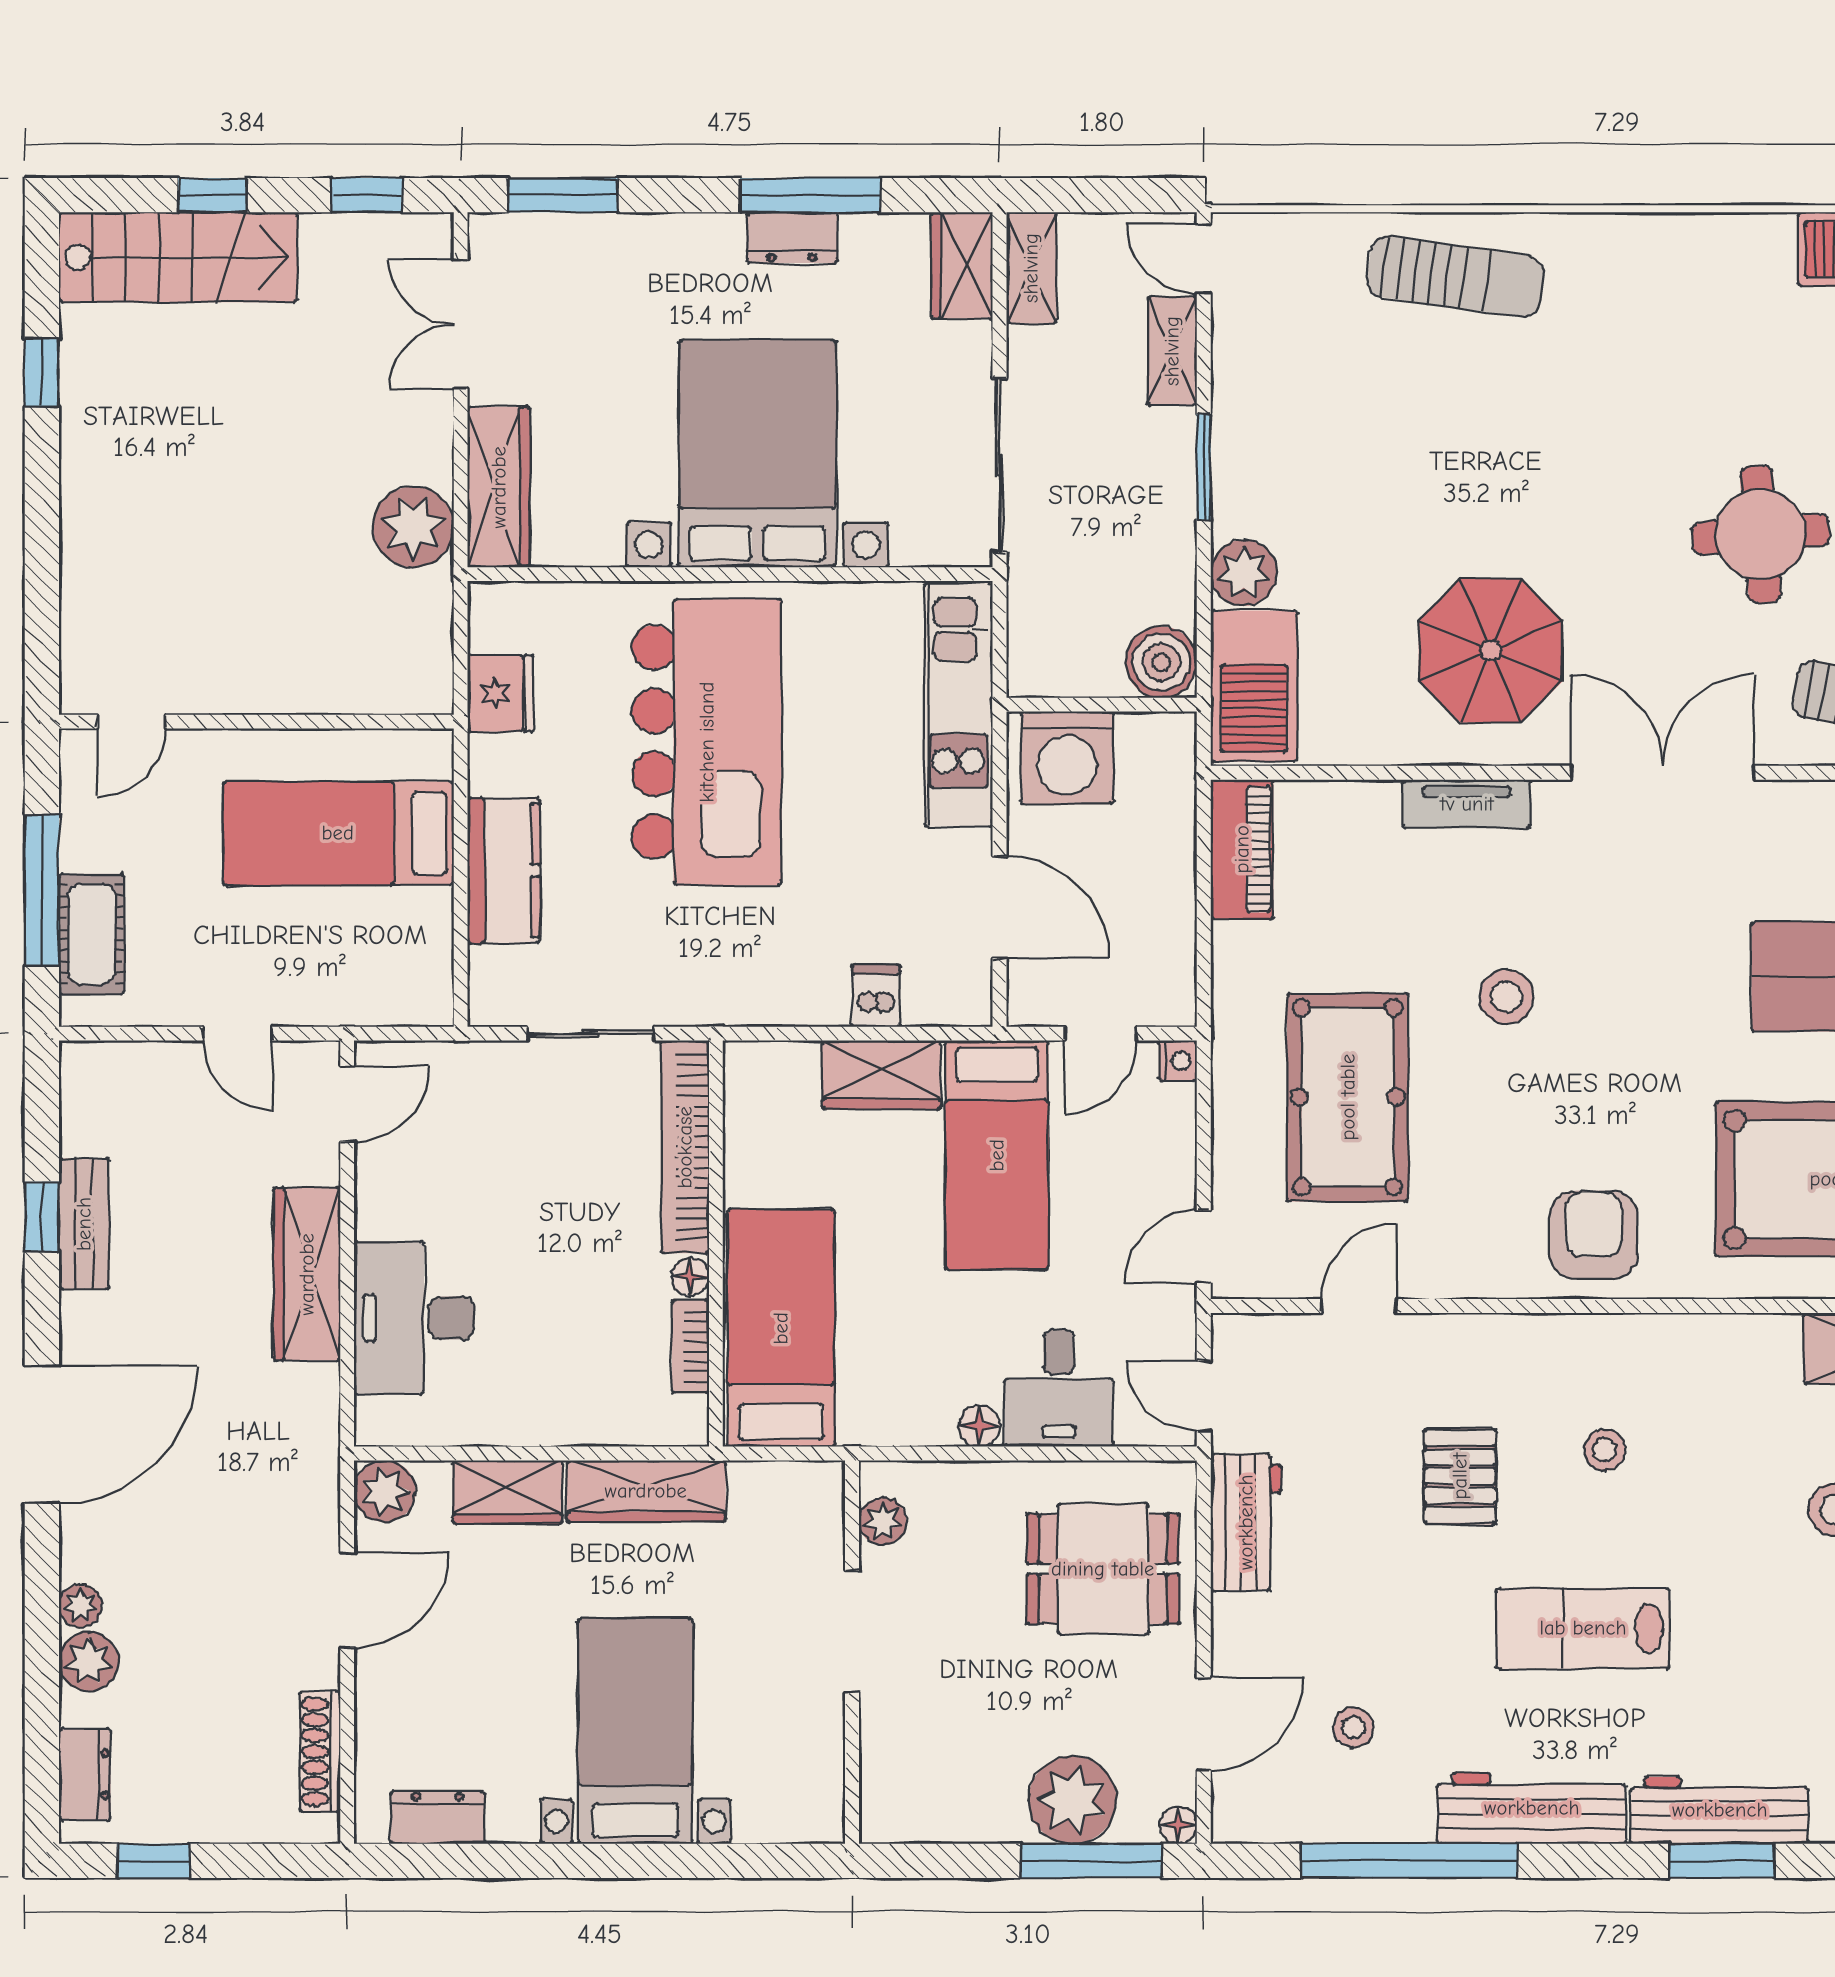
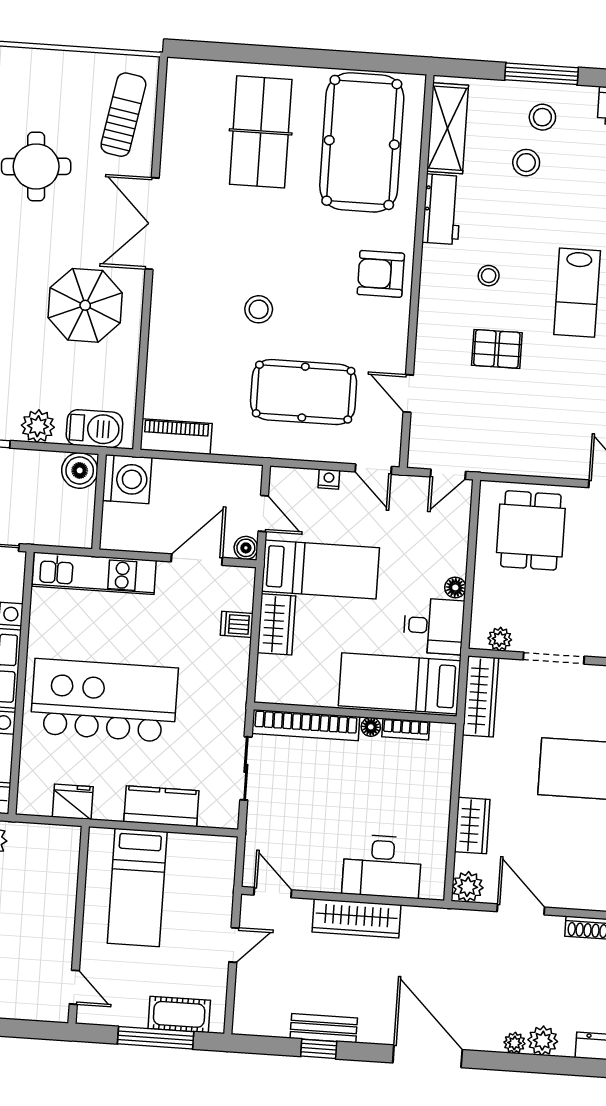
barbecue: (1254, 686) -> (94, 429), width x0.73, depth x0.83
washing machine: (1067, 758) -> (127, 479), moved
tv unit: (1467, 804) -> (161, 323), removed
boiler: (1030, 1004) -> (246, 548), added
nightstand: (1178, 1061) -> (329, 479), moved
desk: (1059, 1388) -> (434, 626), moved
wardrobe: (646, 1491) -> (481, 696), moved
workbench: (1246, 1522) -> (442, 209), moved, turned 90

